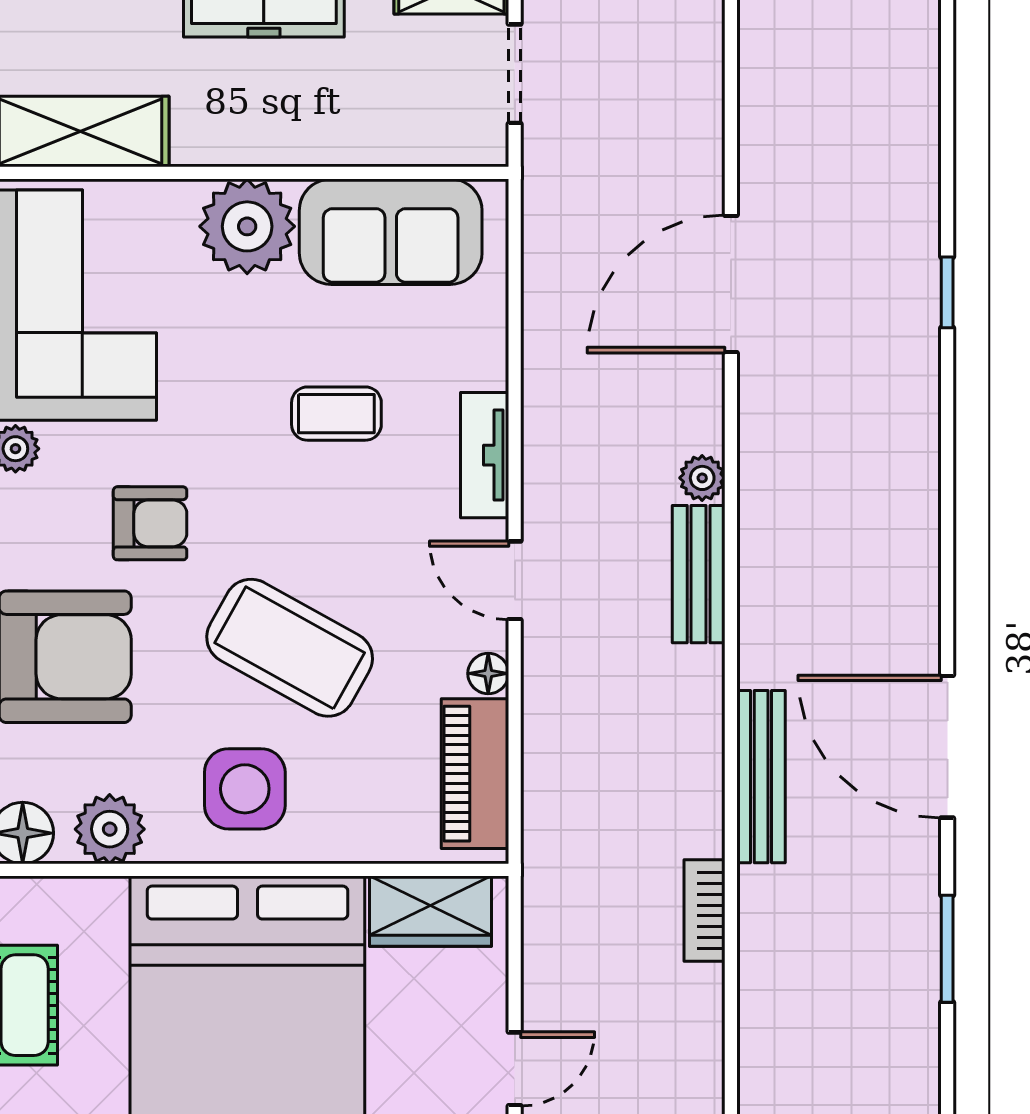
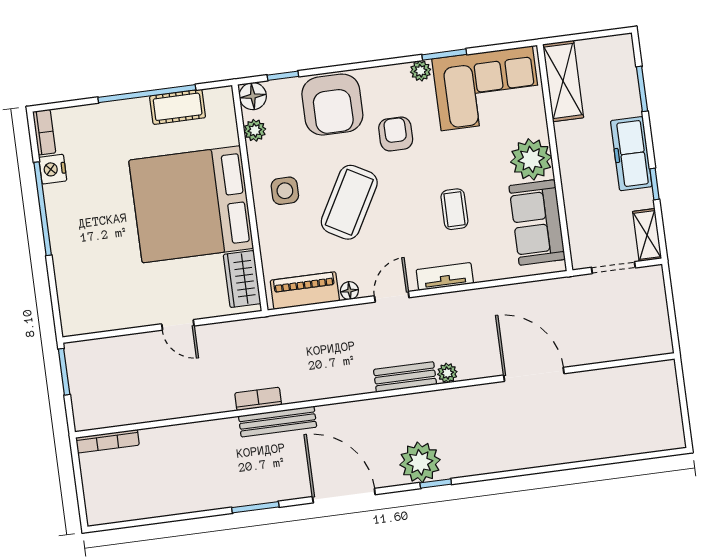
window: (947, 292) -> (436, 484), moved
armchair: (150, 523) -> (396, 134), turned 180
plant: (895, 566) -> (420, 462), added
door: (947, 747) -> (344, 496), hinge flipped
bench: (761, 777) -> (278, 422), moved
side table: (245, 789) -> (285, 191), width x0.73, depth x0.73
plant: (110, 829) -> (255, 130), width x0.73, depth x0.73

